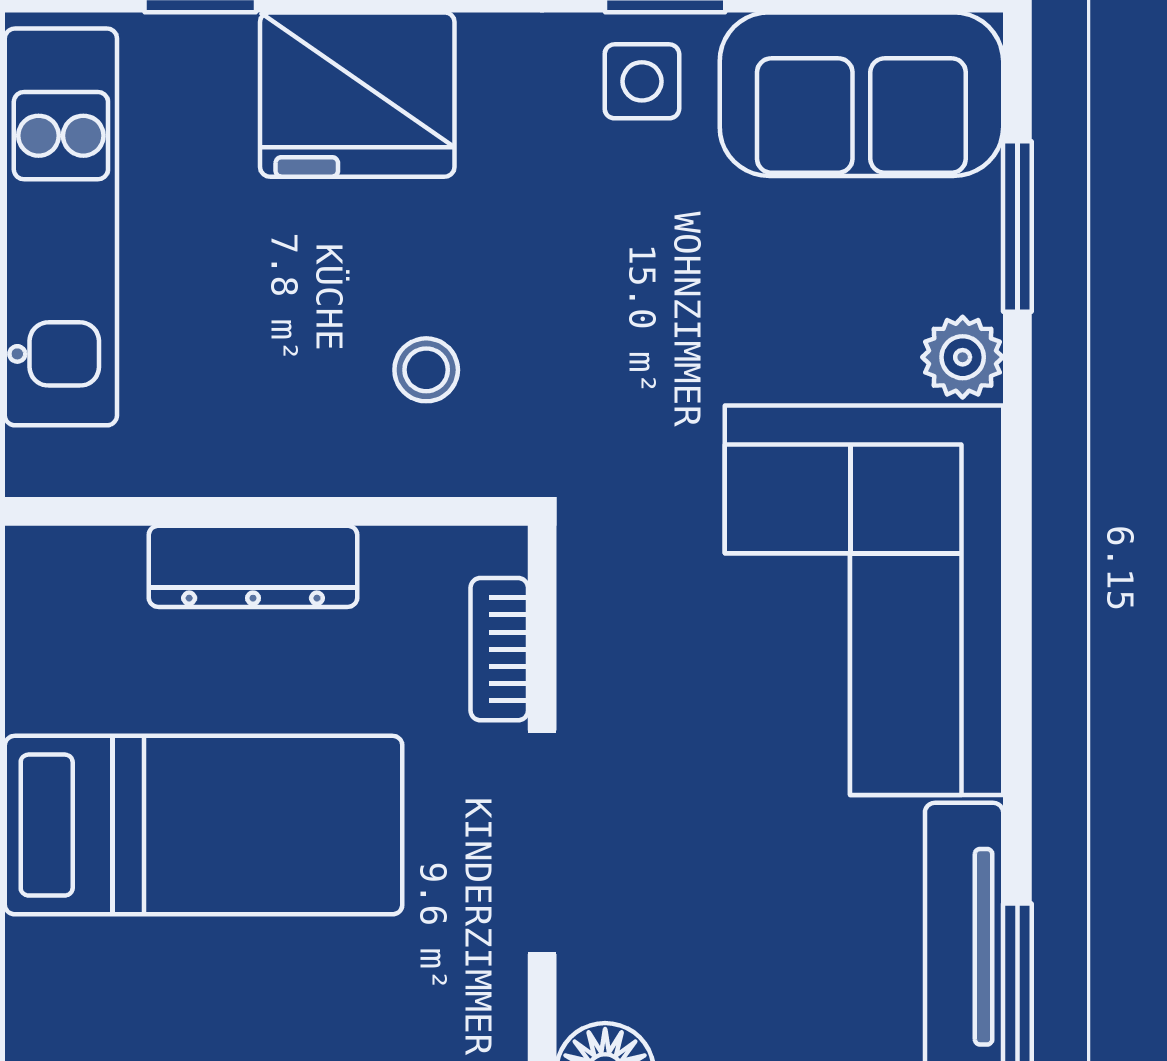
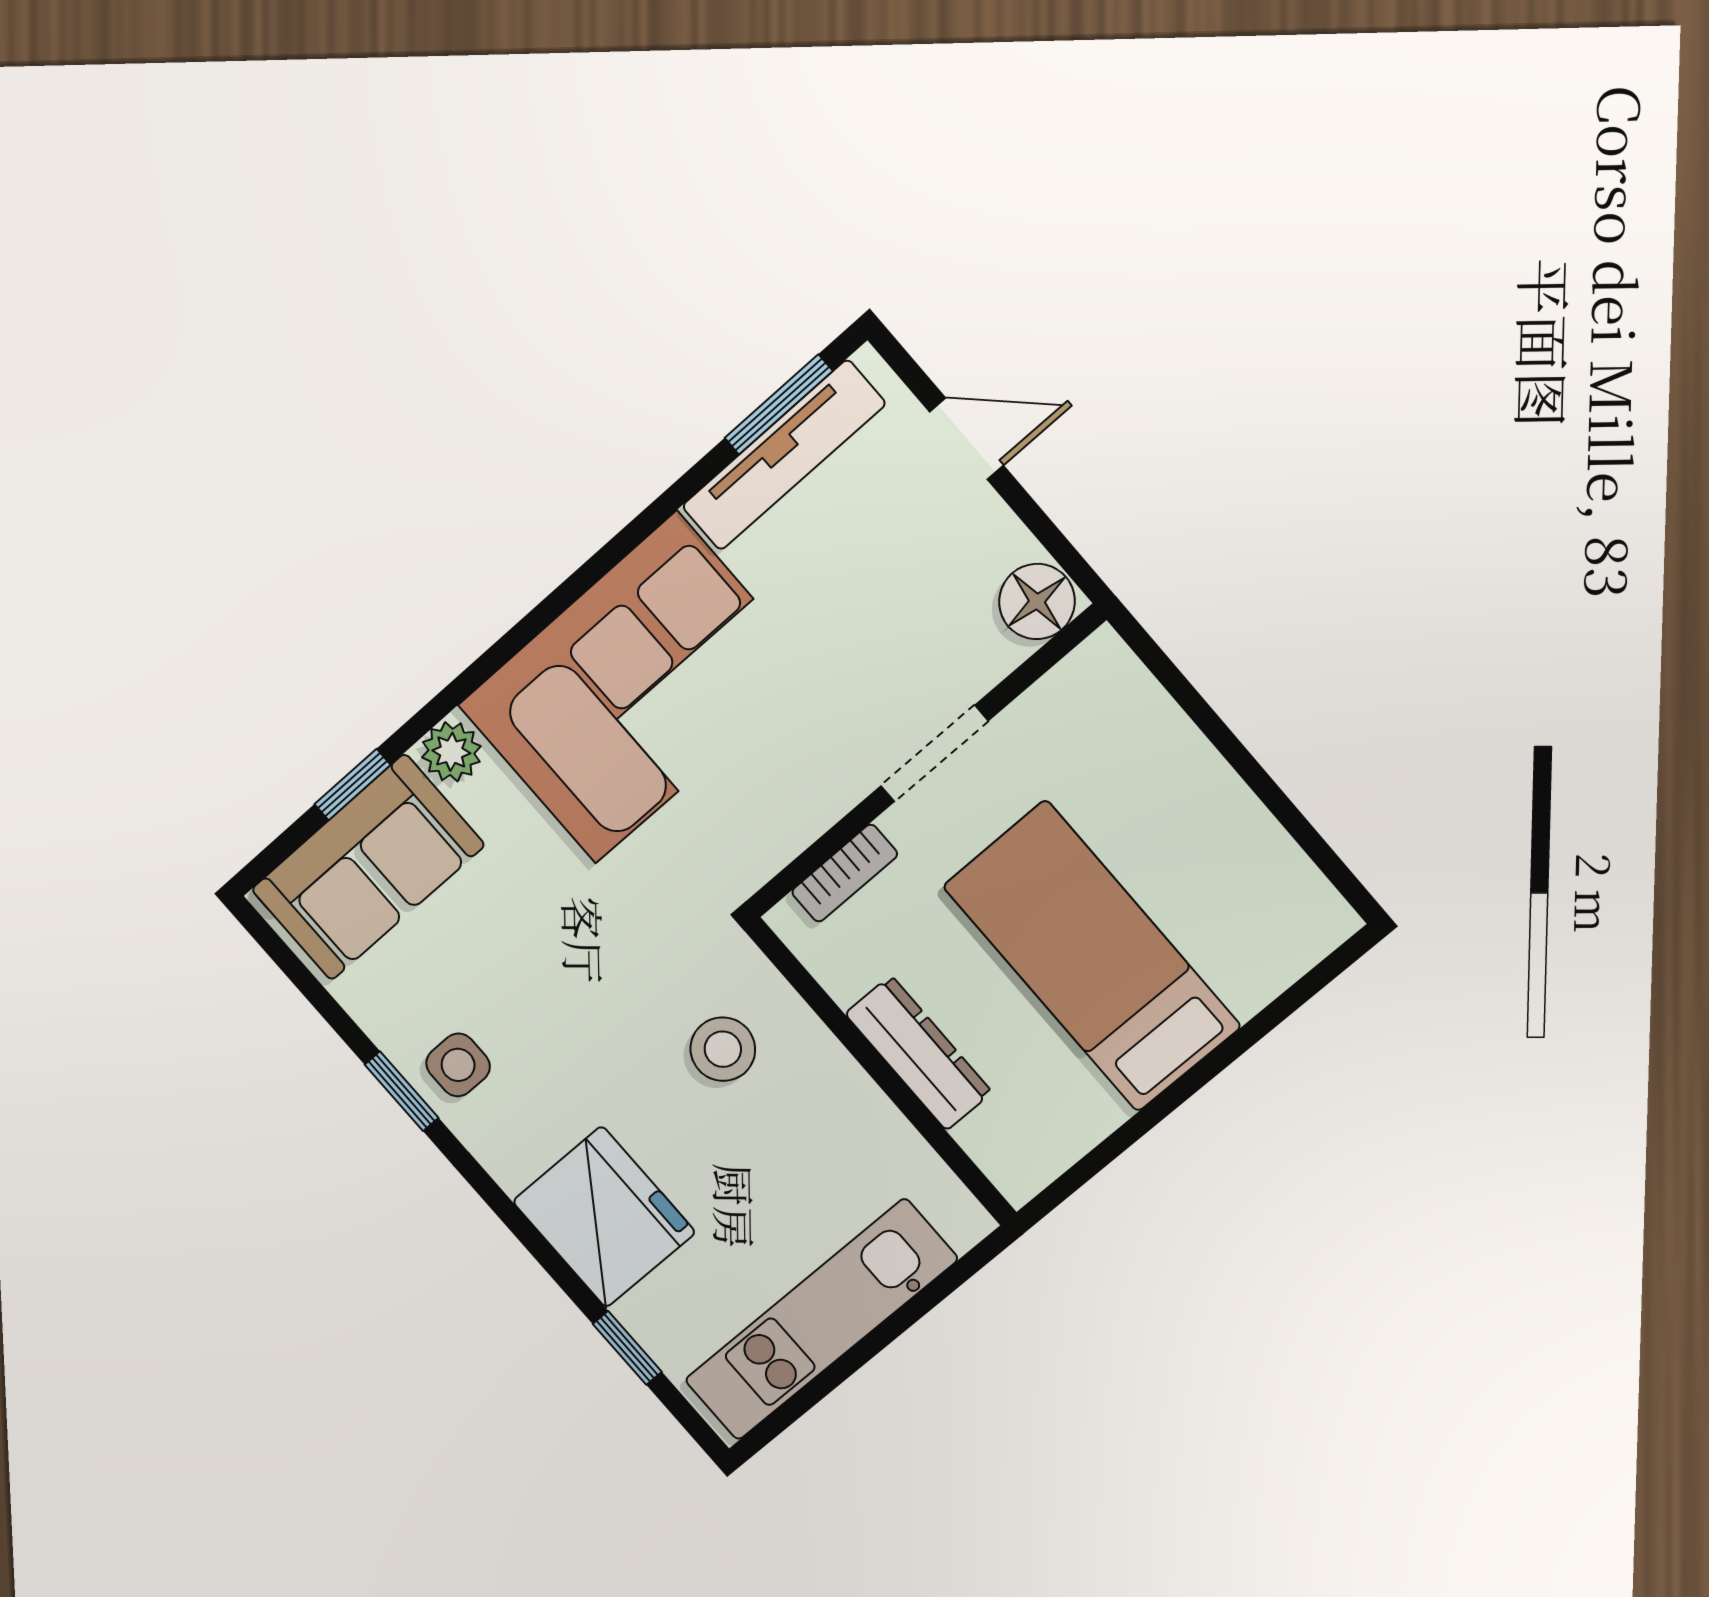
sofa: (861, 94) -> (368, 867), moved, turned 90
window: (1017, 227) -> (352, 785), width x0.67
stool: (426, 370) -> (723, 1049), width x1.37, depth x1.37
doorway: (542, 842) -> (934, 753), width x0.73

